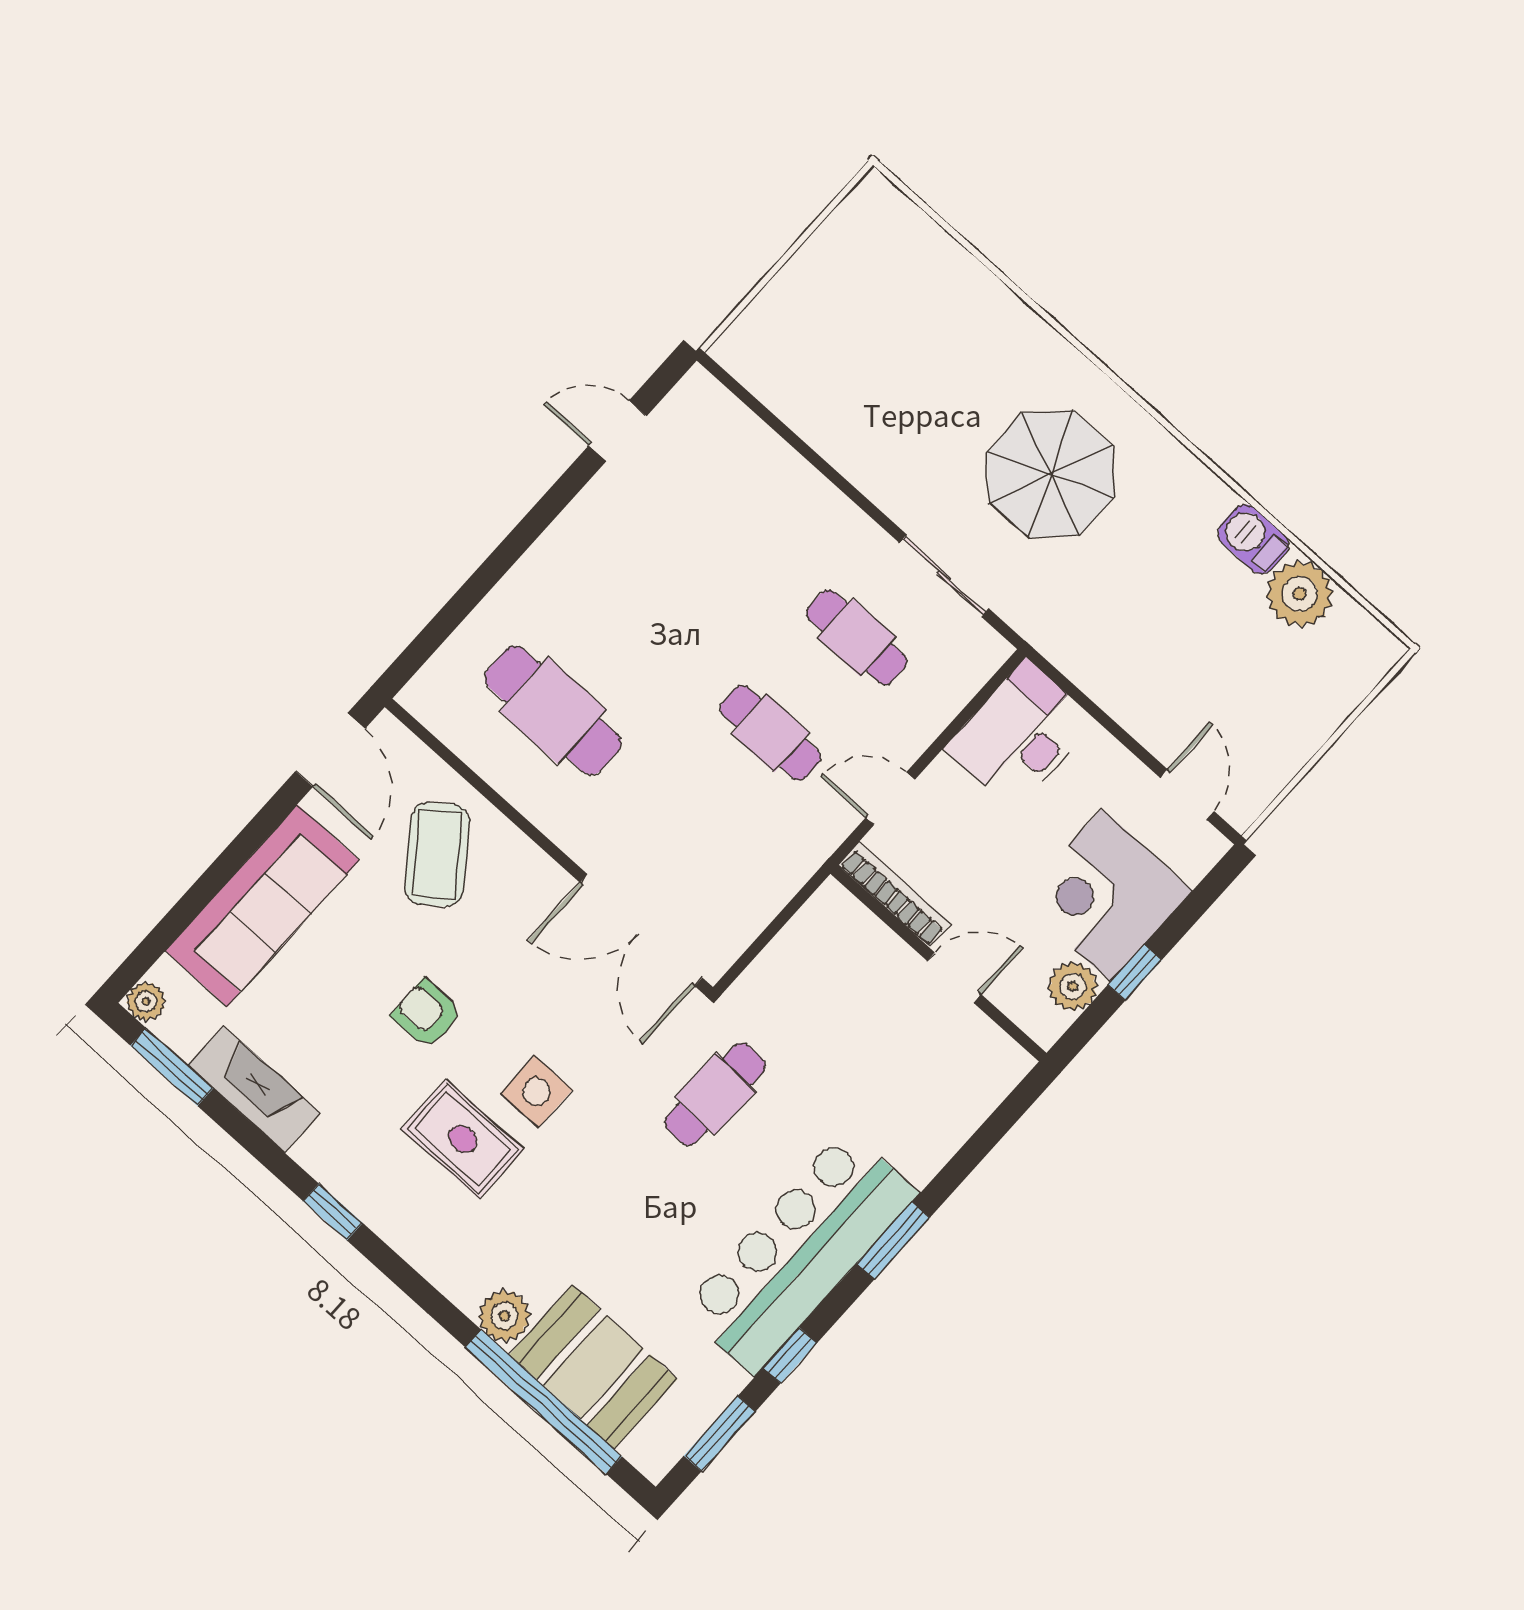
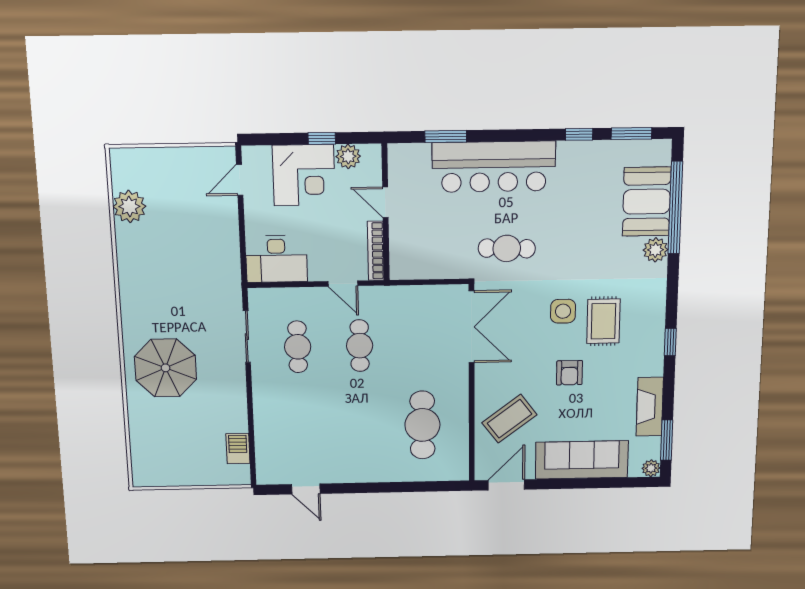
parasol: (1051, 474) -> (166, 368), moved
barbecue: (1253, 539) -> (238, 449), moved, turned 180
window: (893, 1241) -> (446, 136), moved
bar counter: (800, 1252) -> (494, 167), moved

